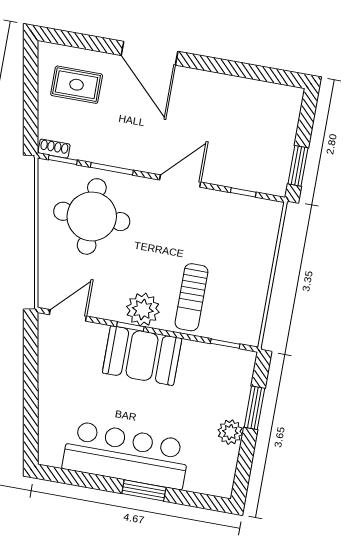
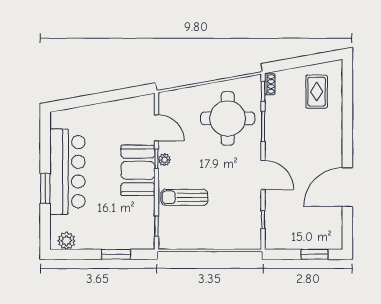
door: (149, 53) -> (347, 187), moved
window: (298, 166) -> (315, 254), moved
plant: (143, 309) -> (164, 160), width x0.53, depth x0.53
door: (68, 315) -> (157, 128), moved
plant: (230, 432) -> (66, 241), moved

